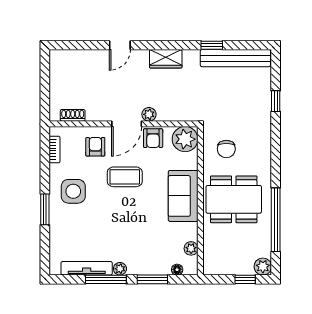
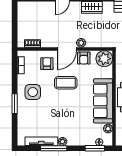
sofa: (183, 196) -> (103, 101), width x1.36
window: (152, 279) -> (95, 148), moved

